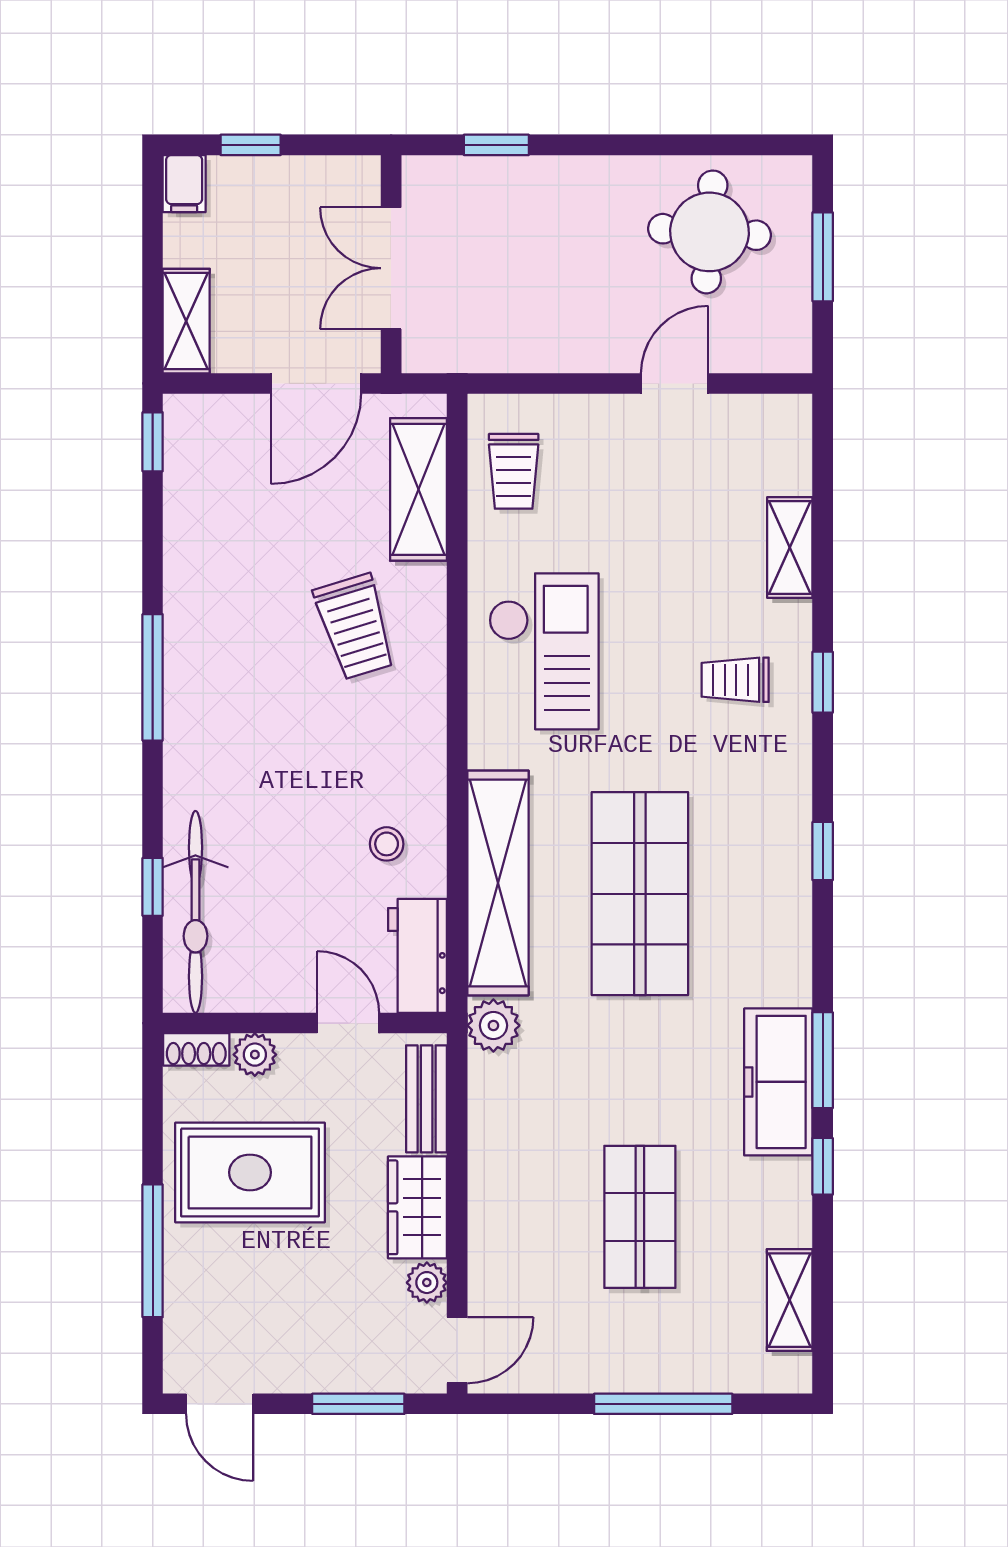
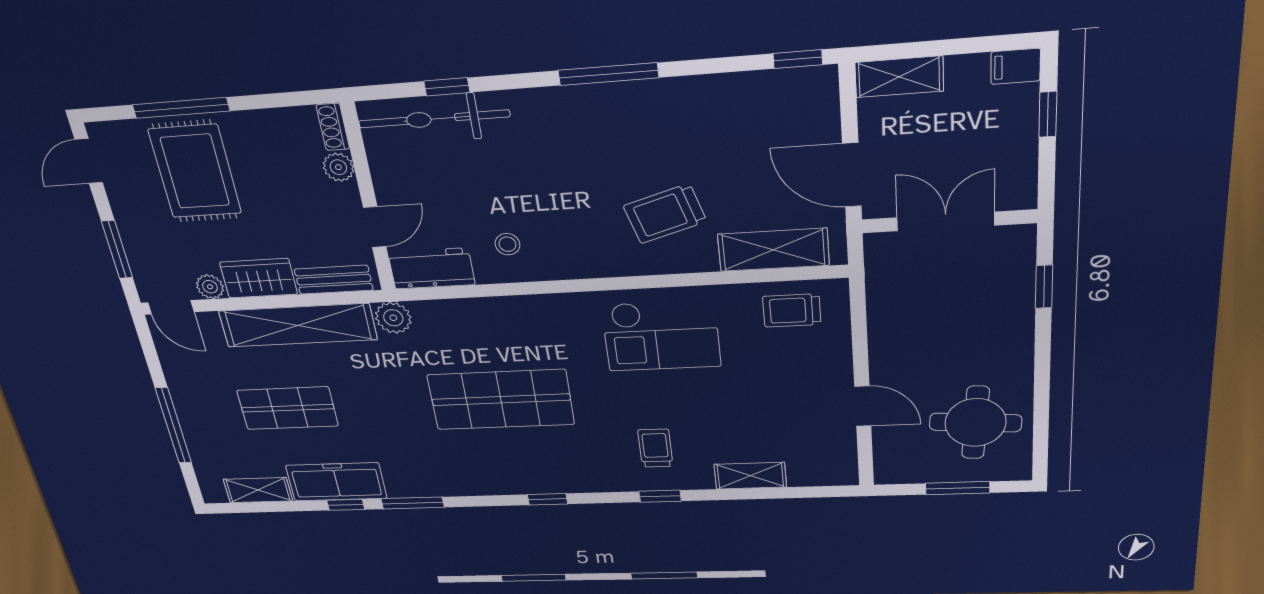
shelving: (498, 883) -> (298, 325), moved
freezer: (778, 1082) -> (336, 482), moved
rug: (250, 1172) -> (195, 171), moved

